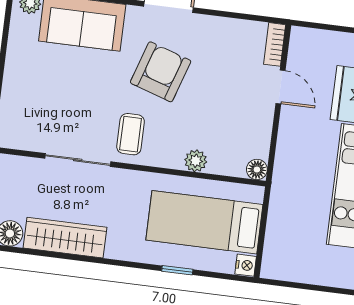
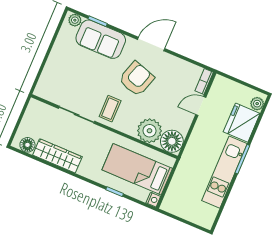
door: (281, 87) -> (201, 106), swing flipped
plant: (196, 161) -> (150, 131), width x1.88, depth x1.88
floor lamp: (257, 170) -> (172, 141), width x1.89, depth x1.89

